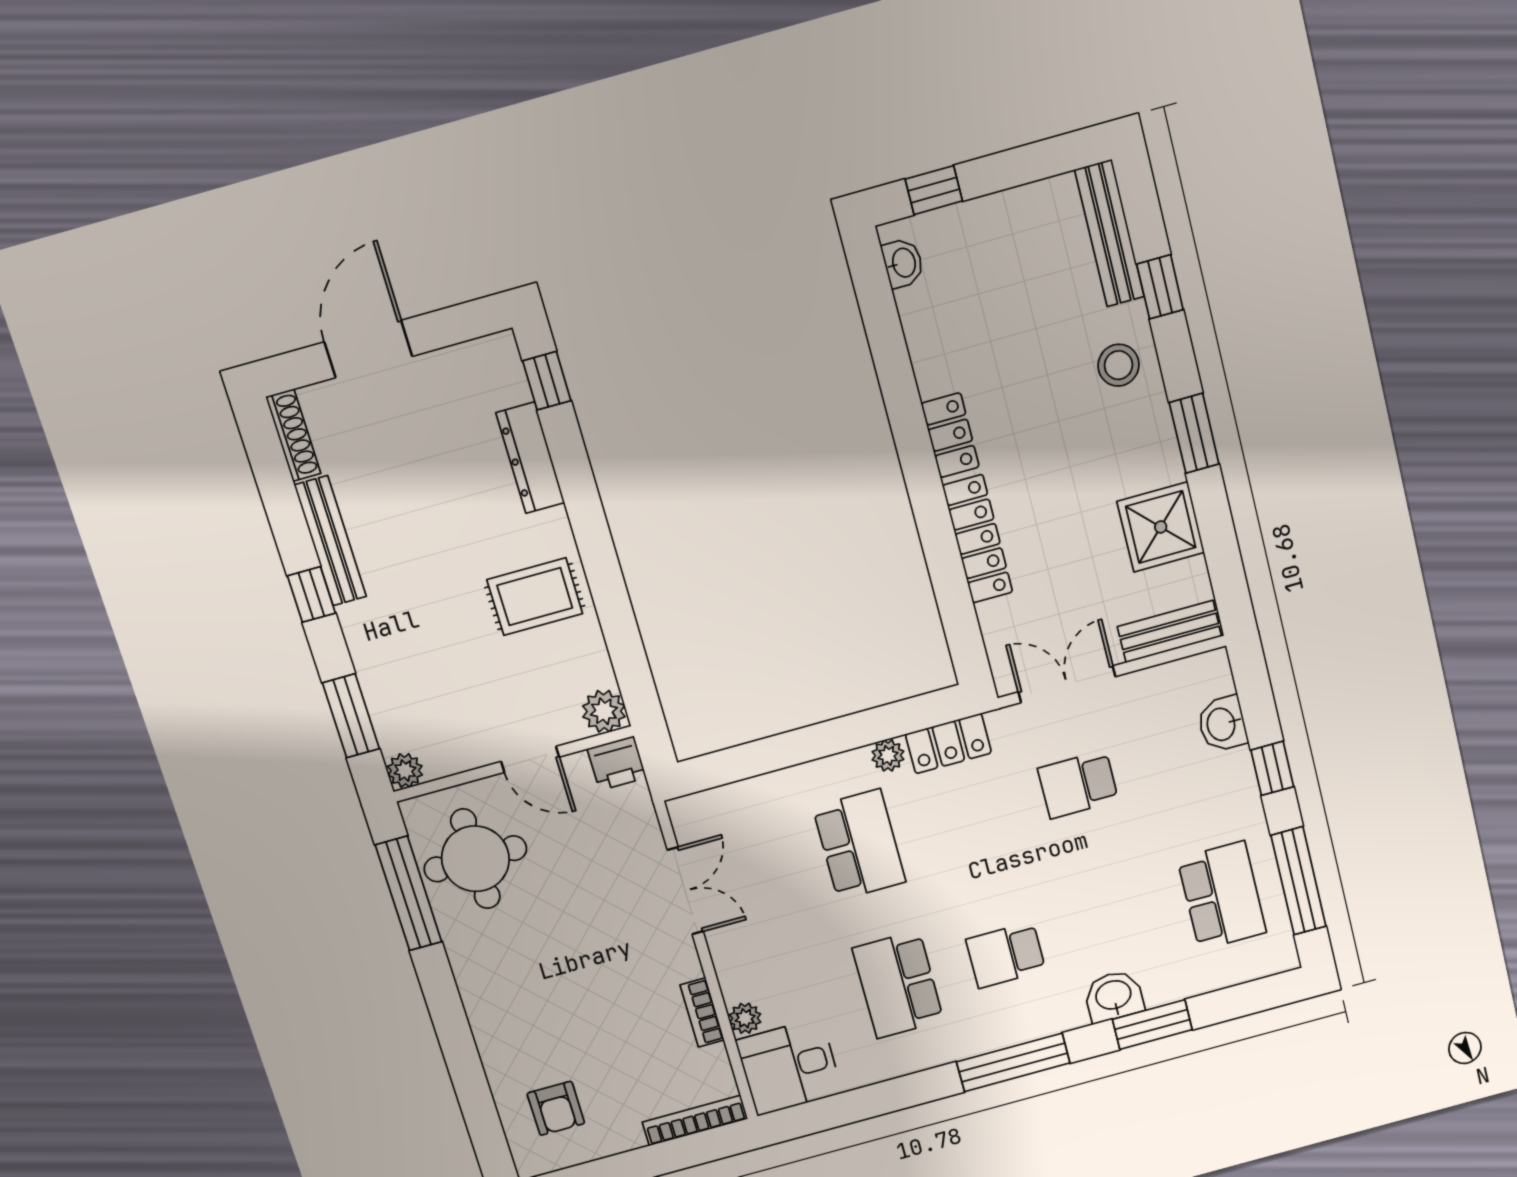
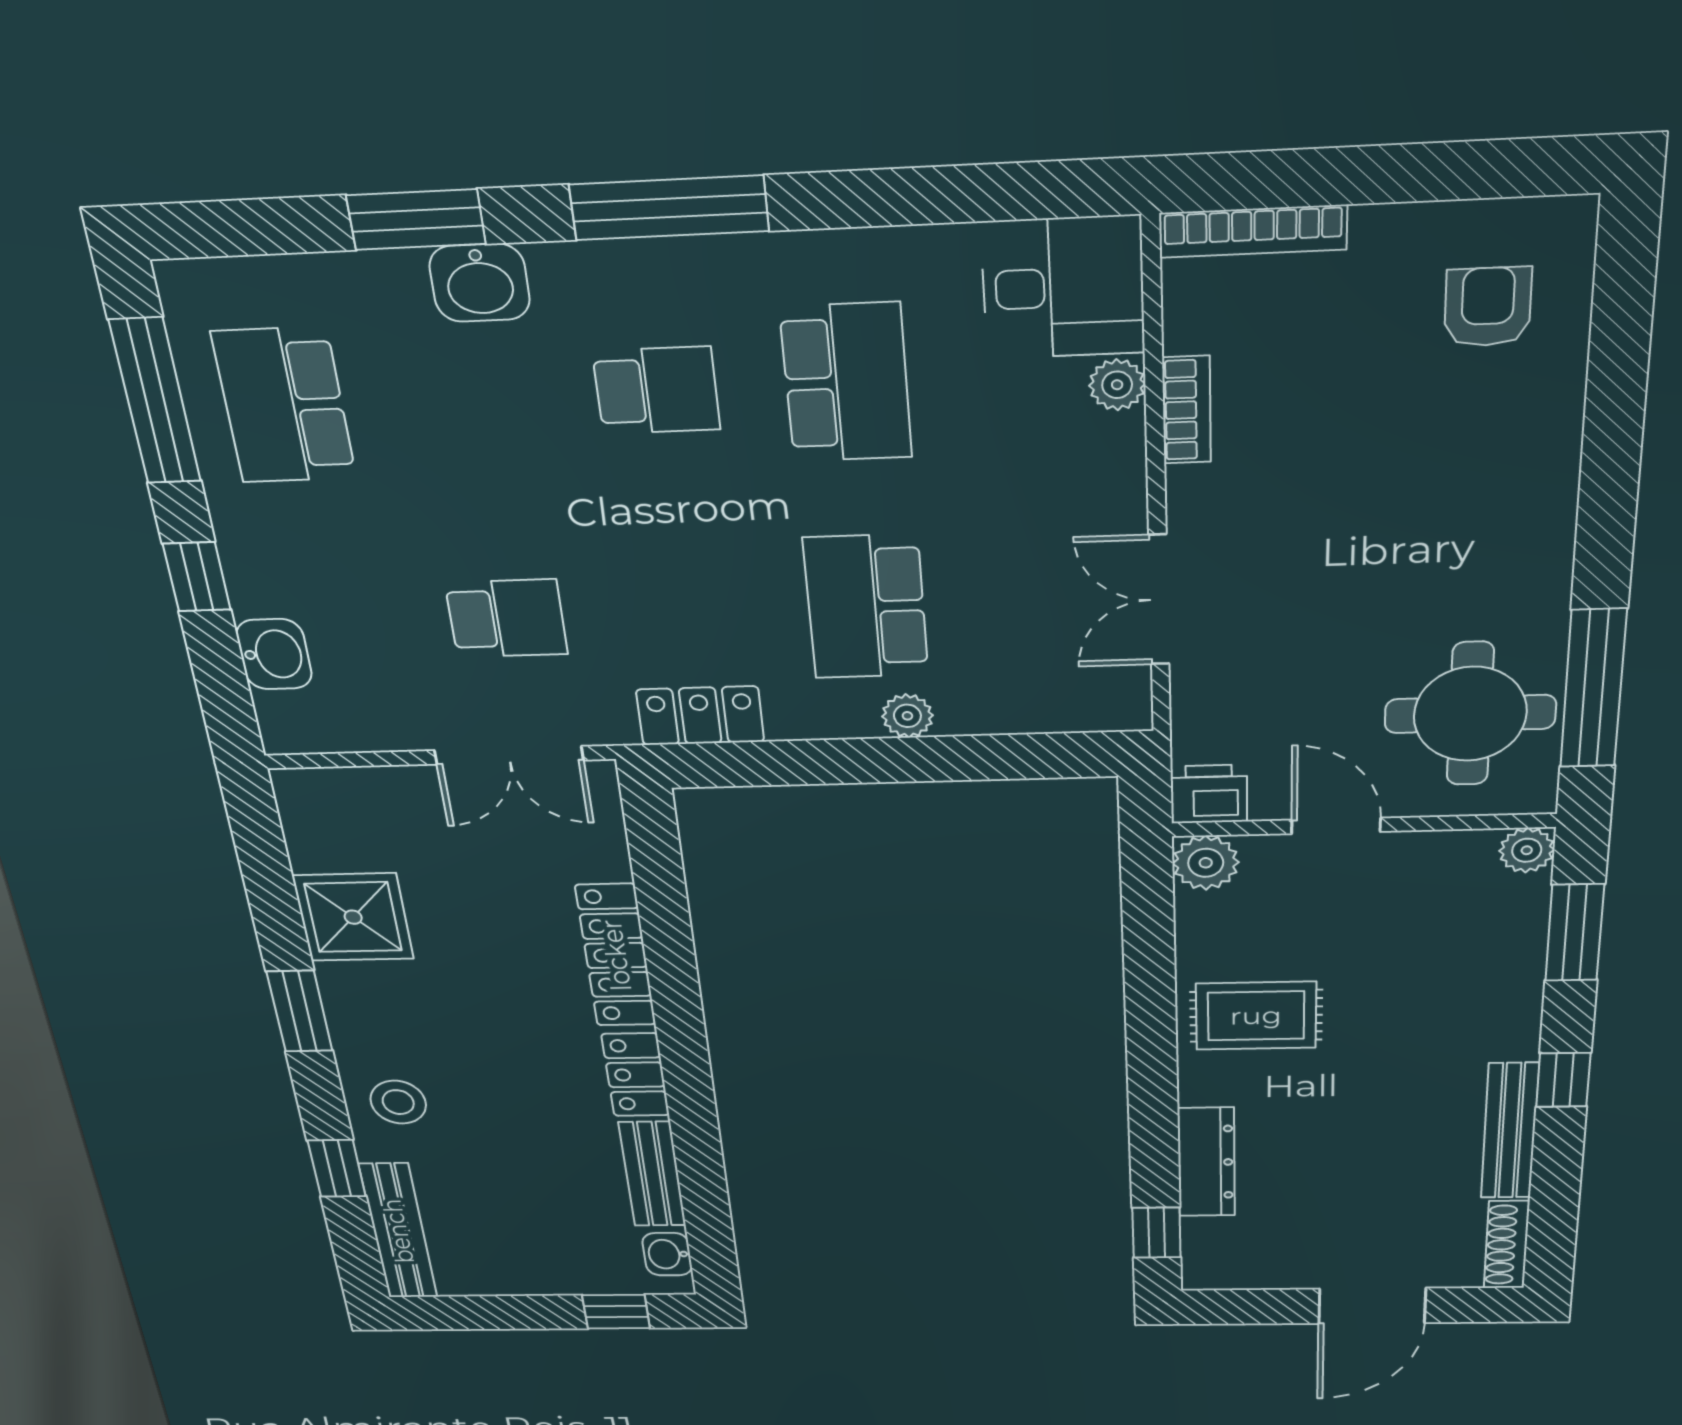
bench: (1169, 631) -> (652, 1174), moved, turned 90
plant: (888, 756) -> (907, 716), moved

